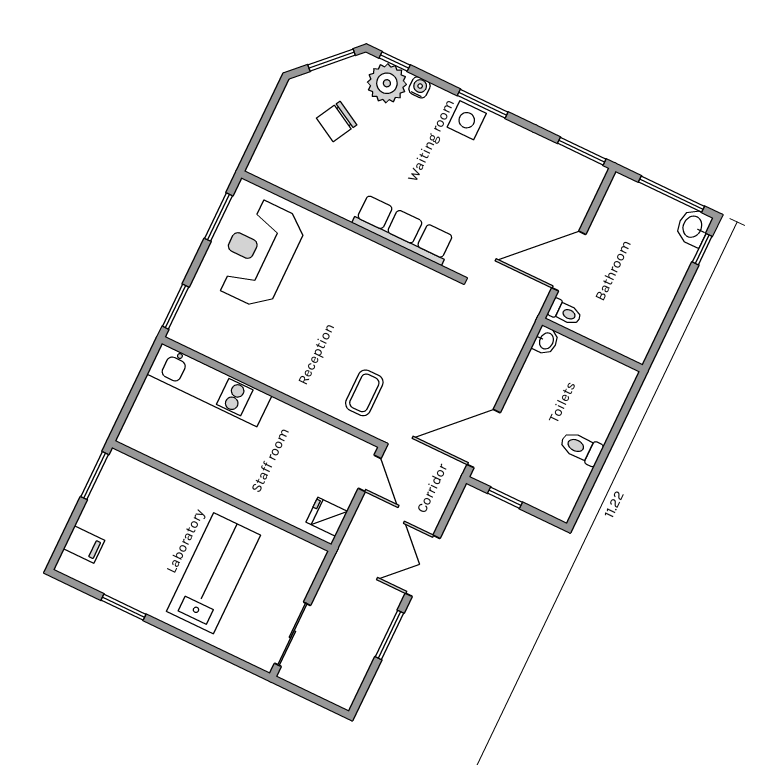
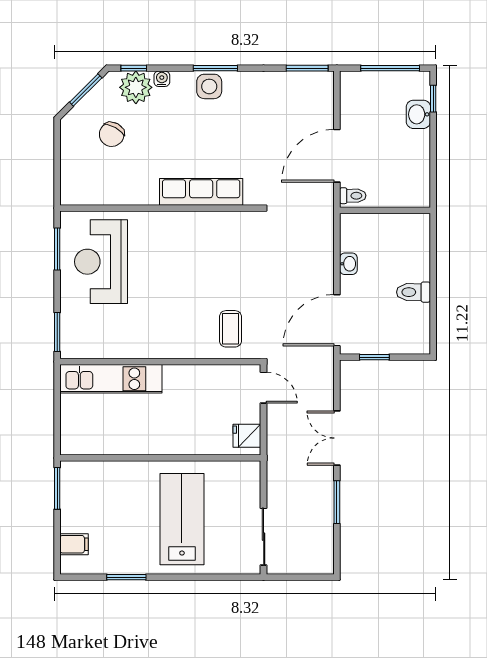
washbasin: (693, 227) -> (418, 114), moved
washbasin: (546, 341) -> (348, 264), moved

